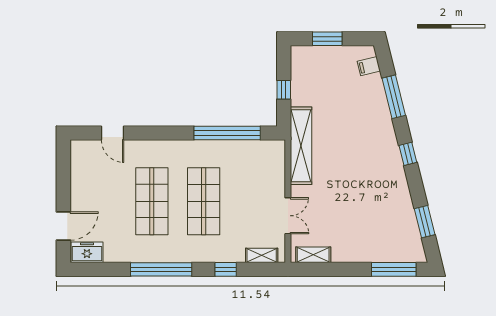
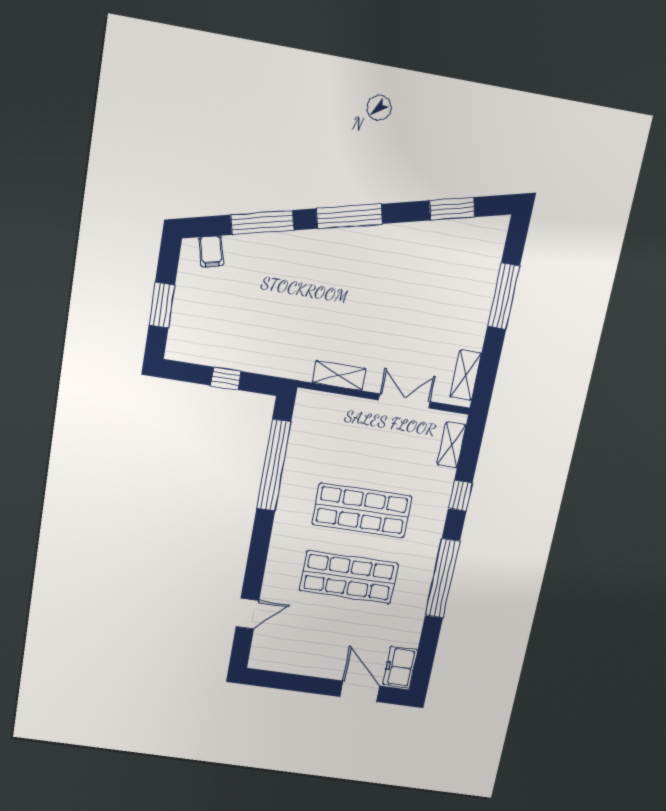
shelving: (301, 146) -> (339, 376), width x0.45, depth x0.75
window: (408, 154) -> (349, 216), width x2.17
window: (394, 269) -> (504, 296), moved

